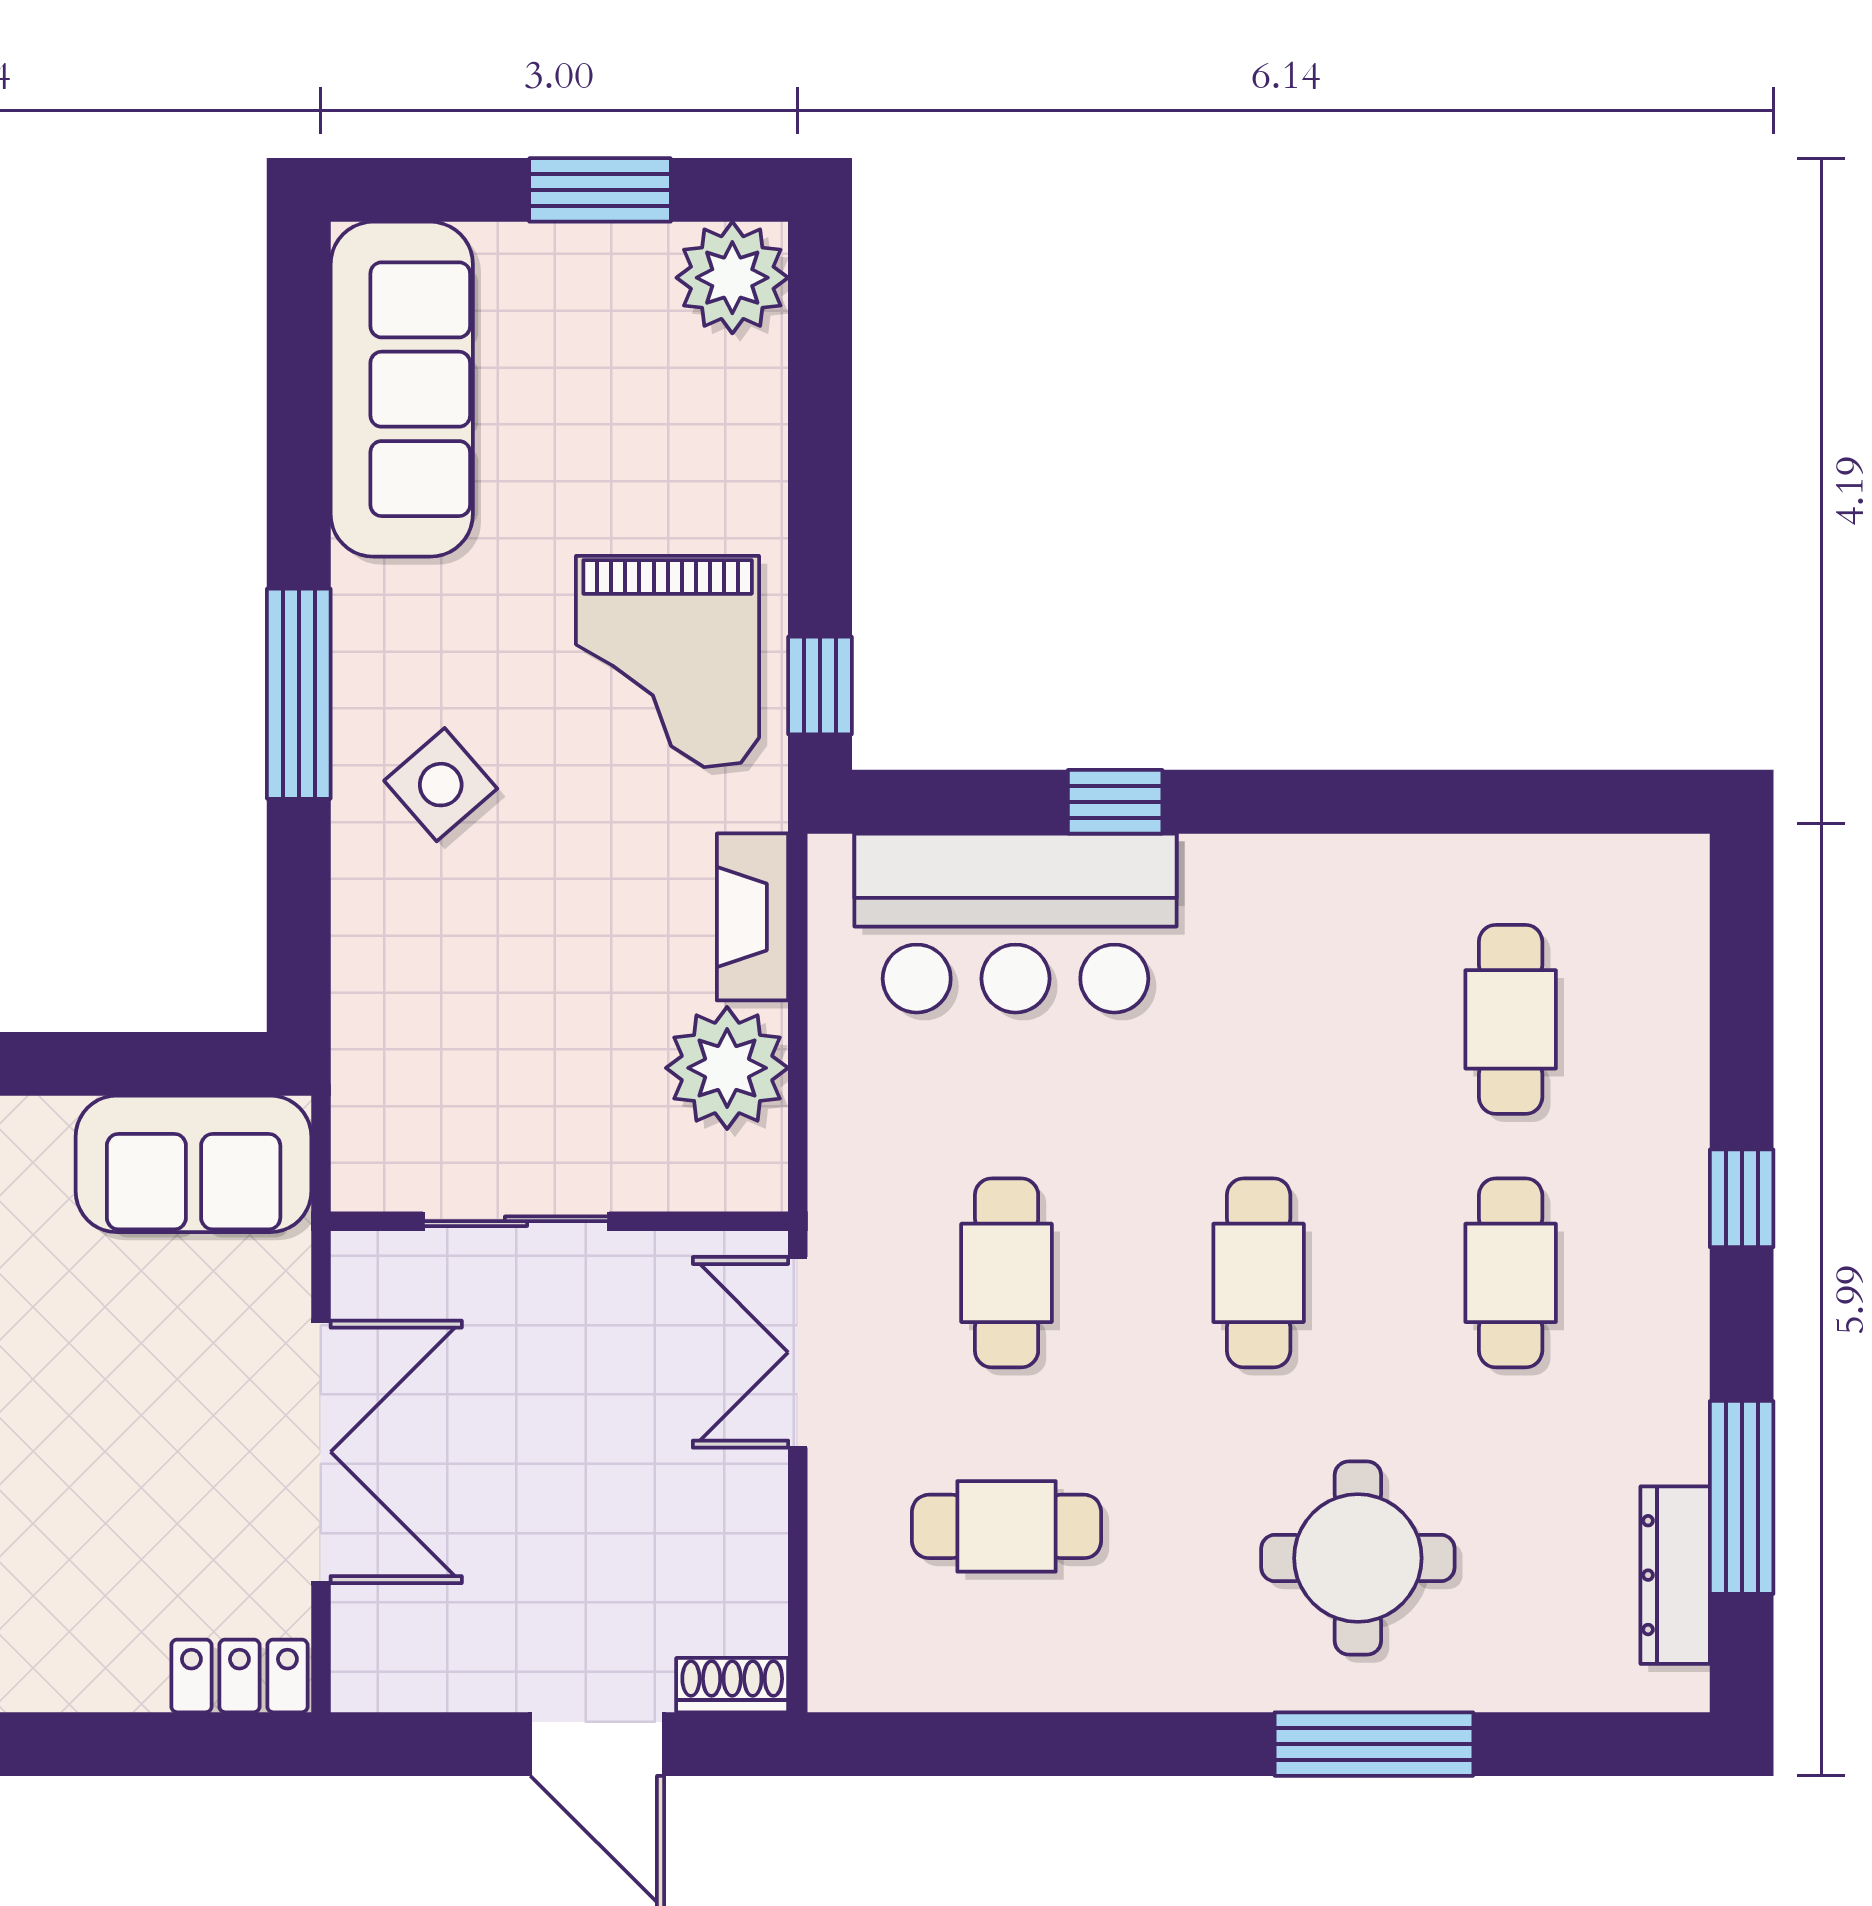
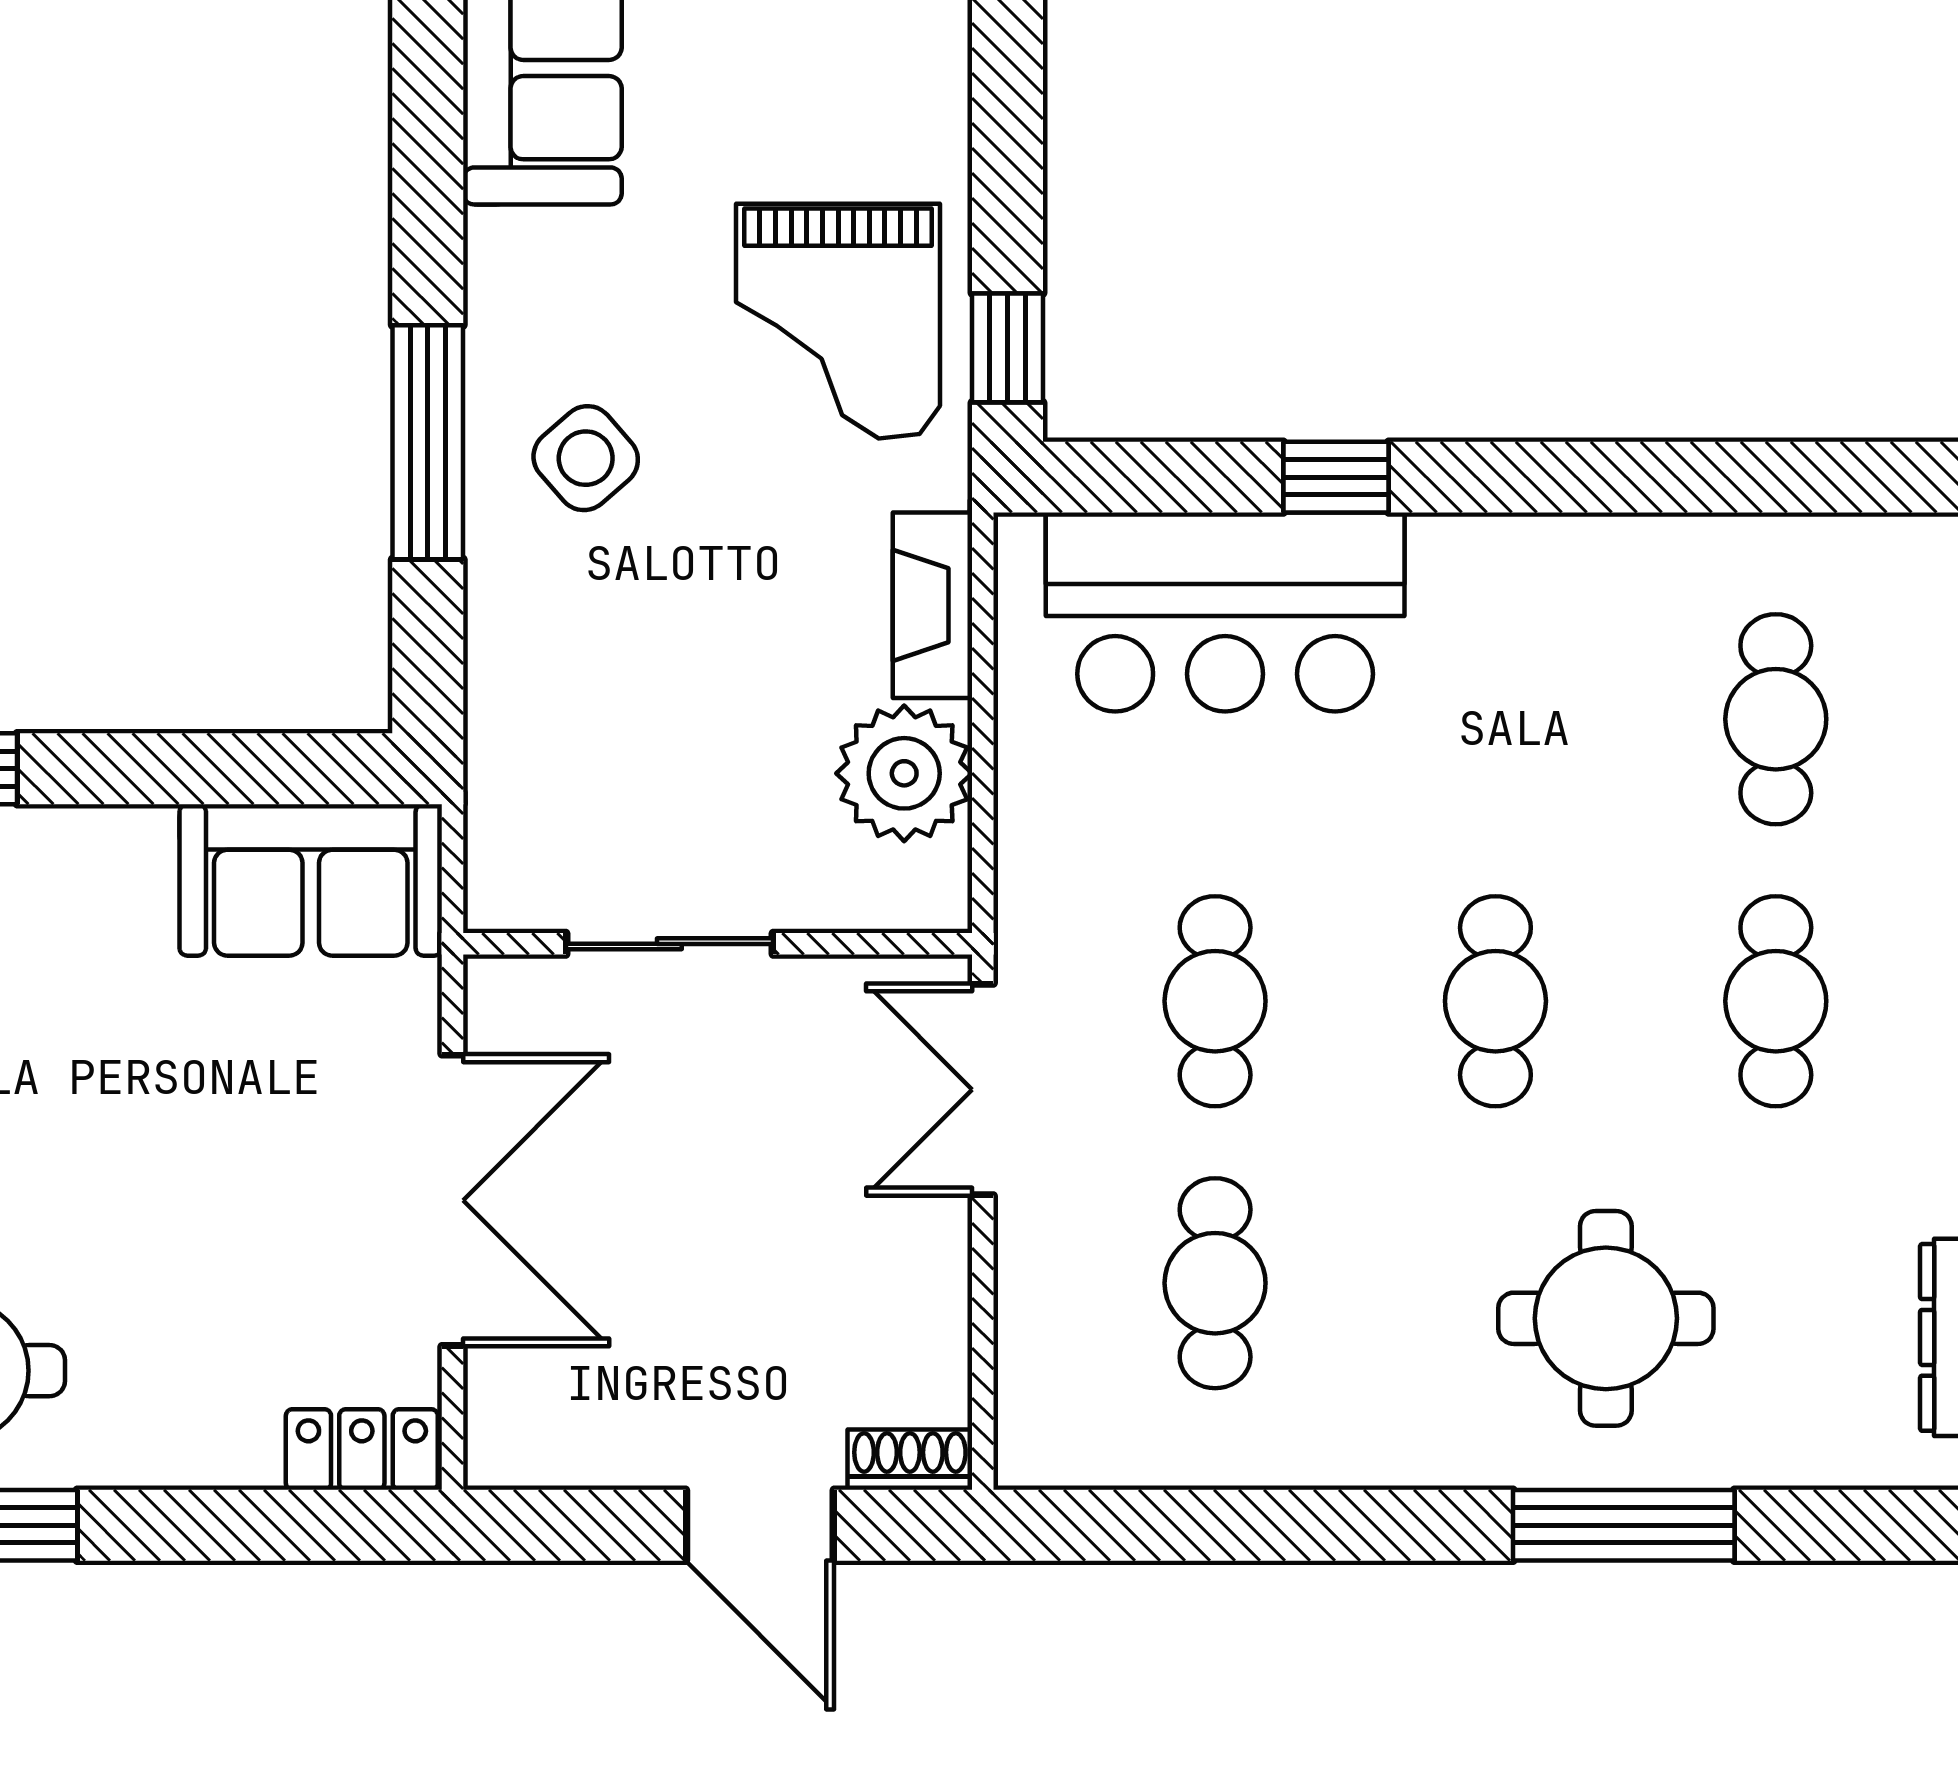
window: (299, 694) -> (428, 442), moved
cafe table: (1007, 1526) -> (1215, 1283), turned 90

